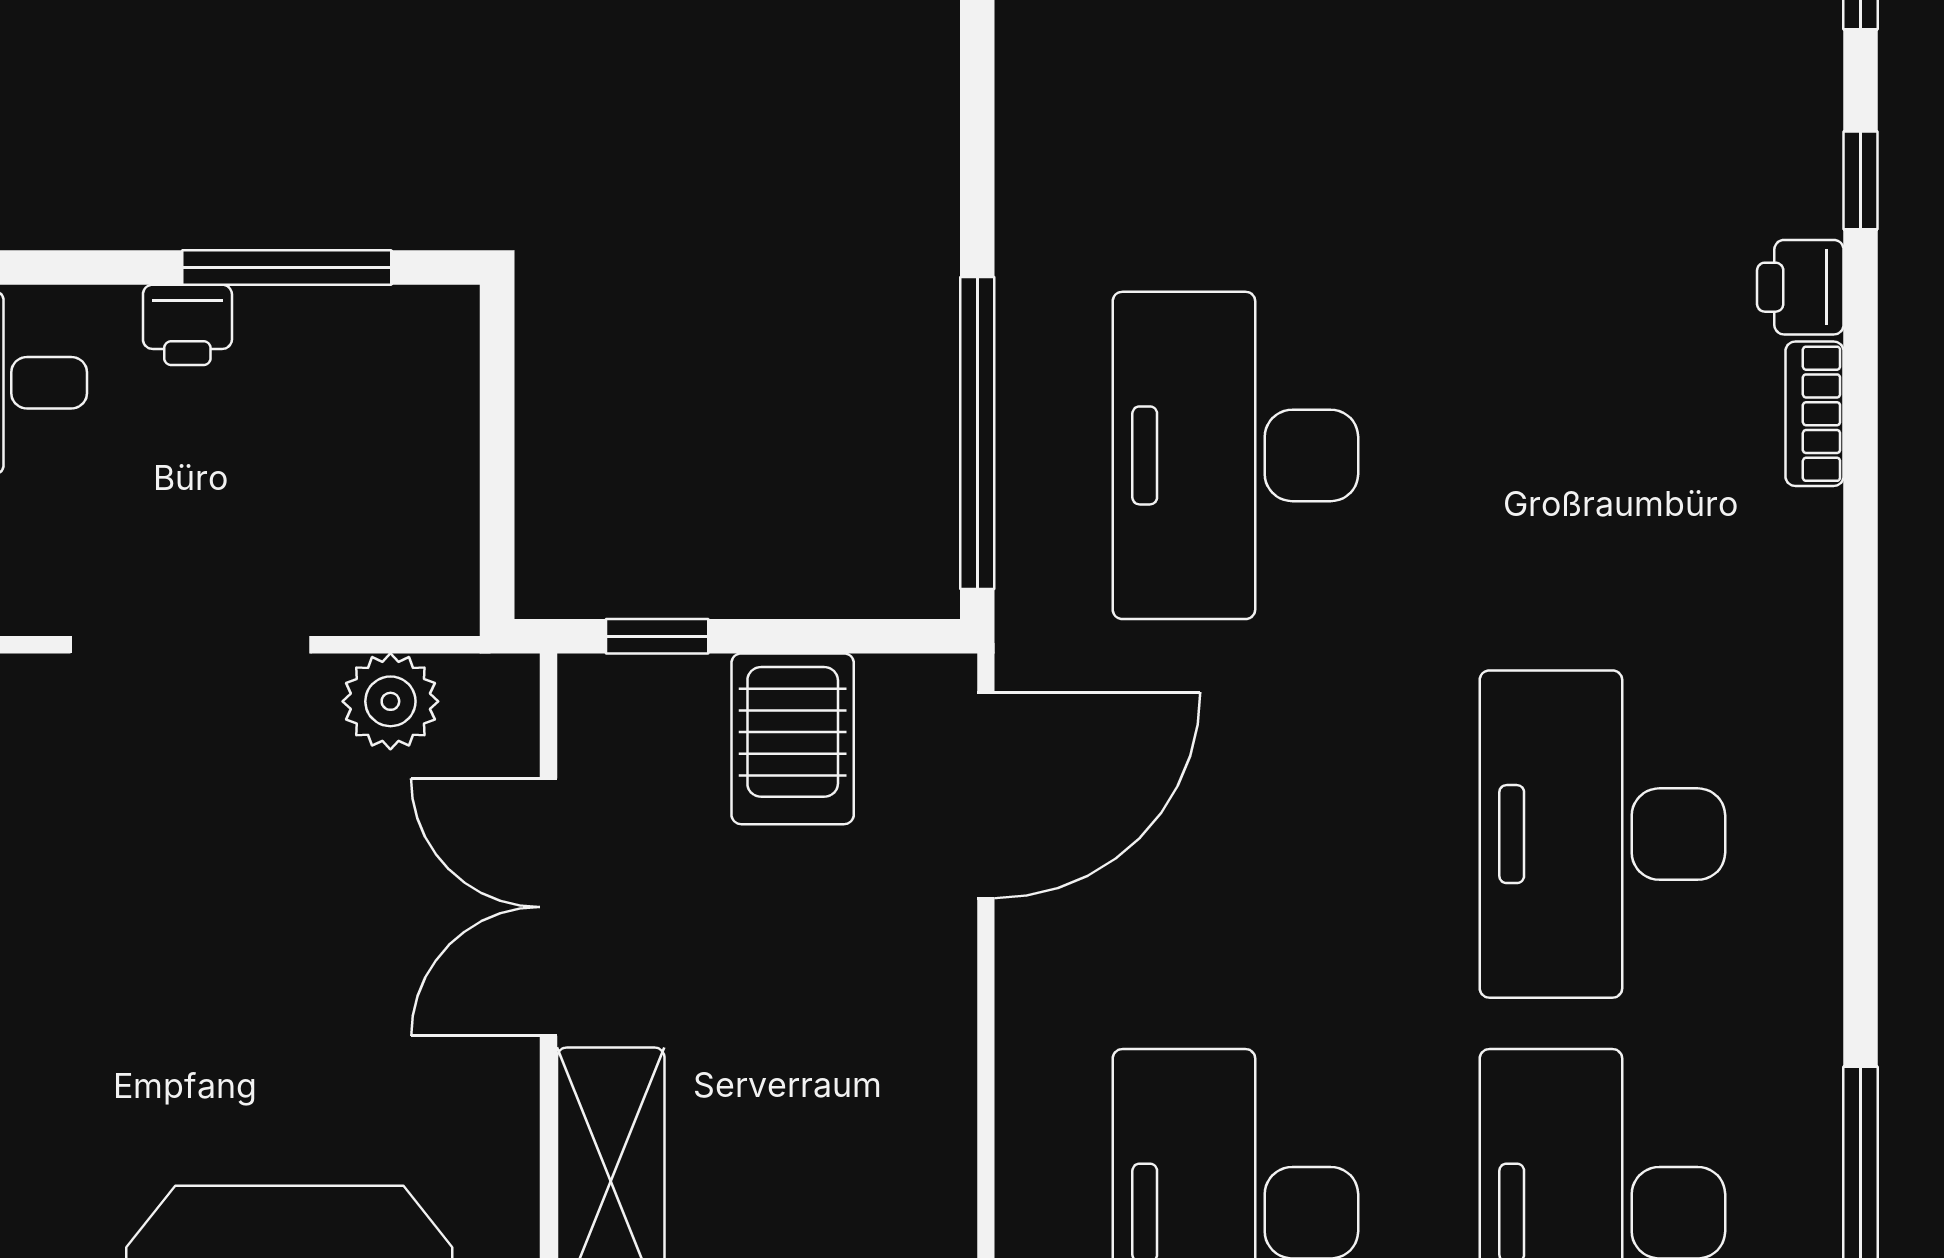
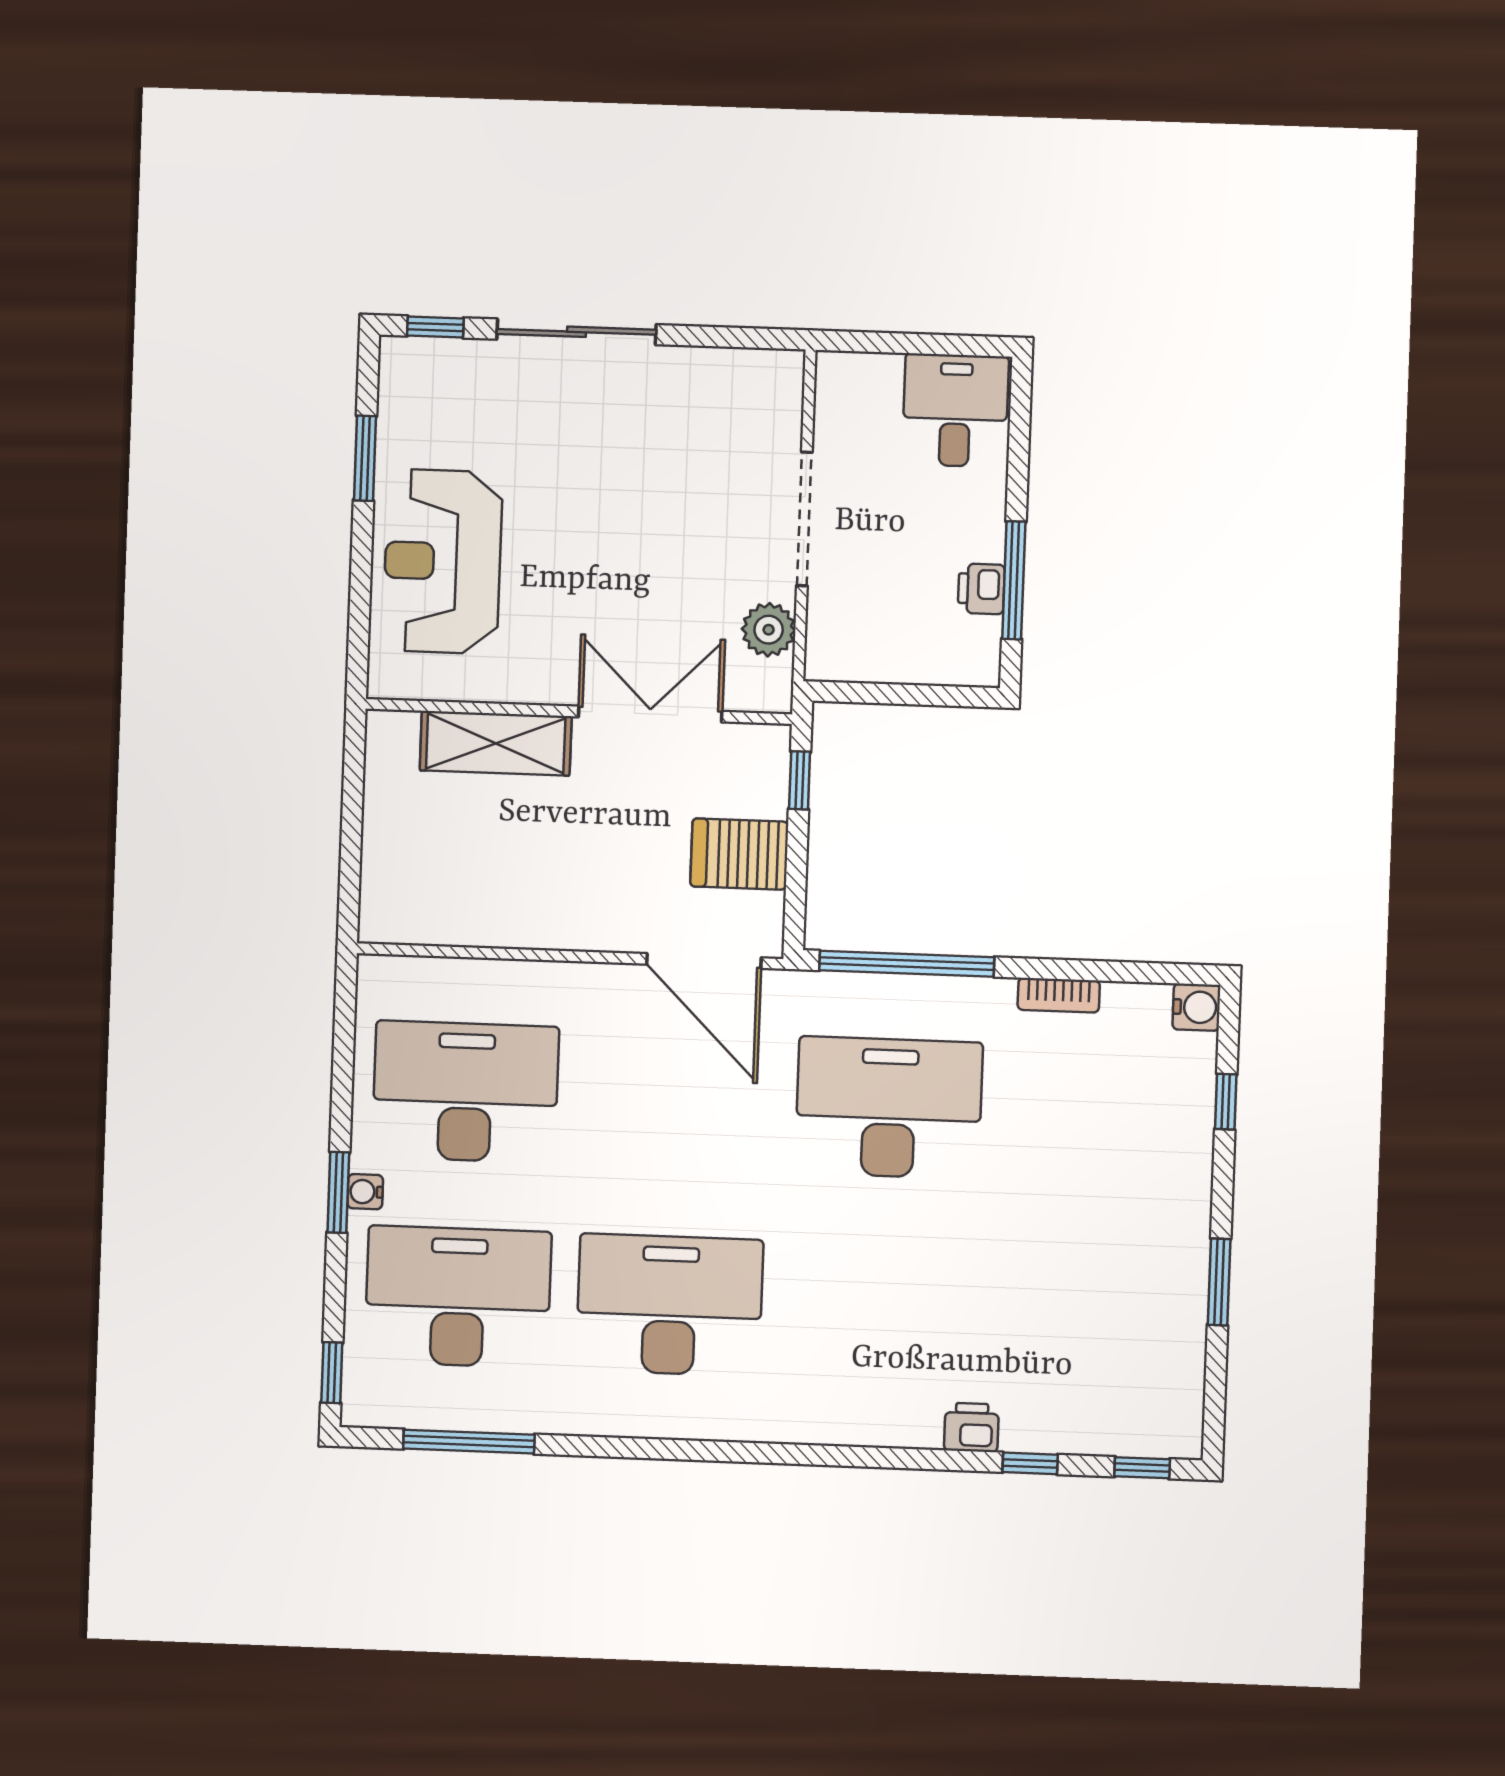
printer: (187, 325) -> (981, 589), moved
bookcase: (1815, 414) -> (1059, 995), moved, turned 180

